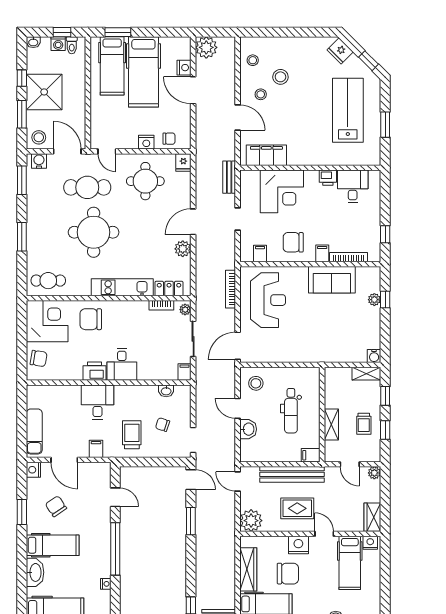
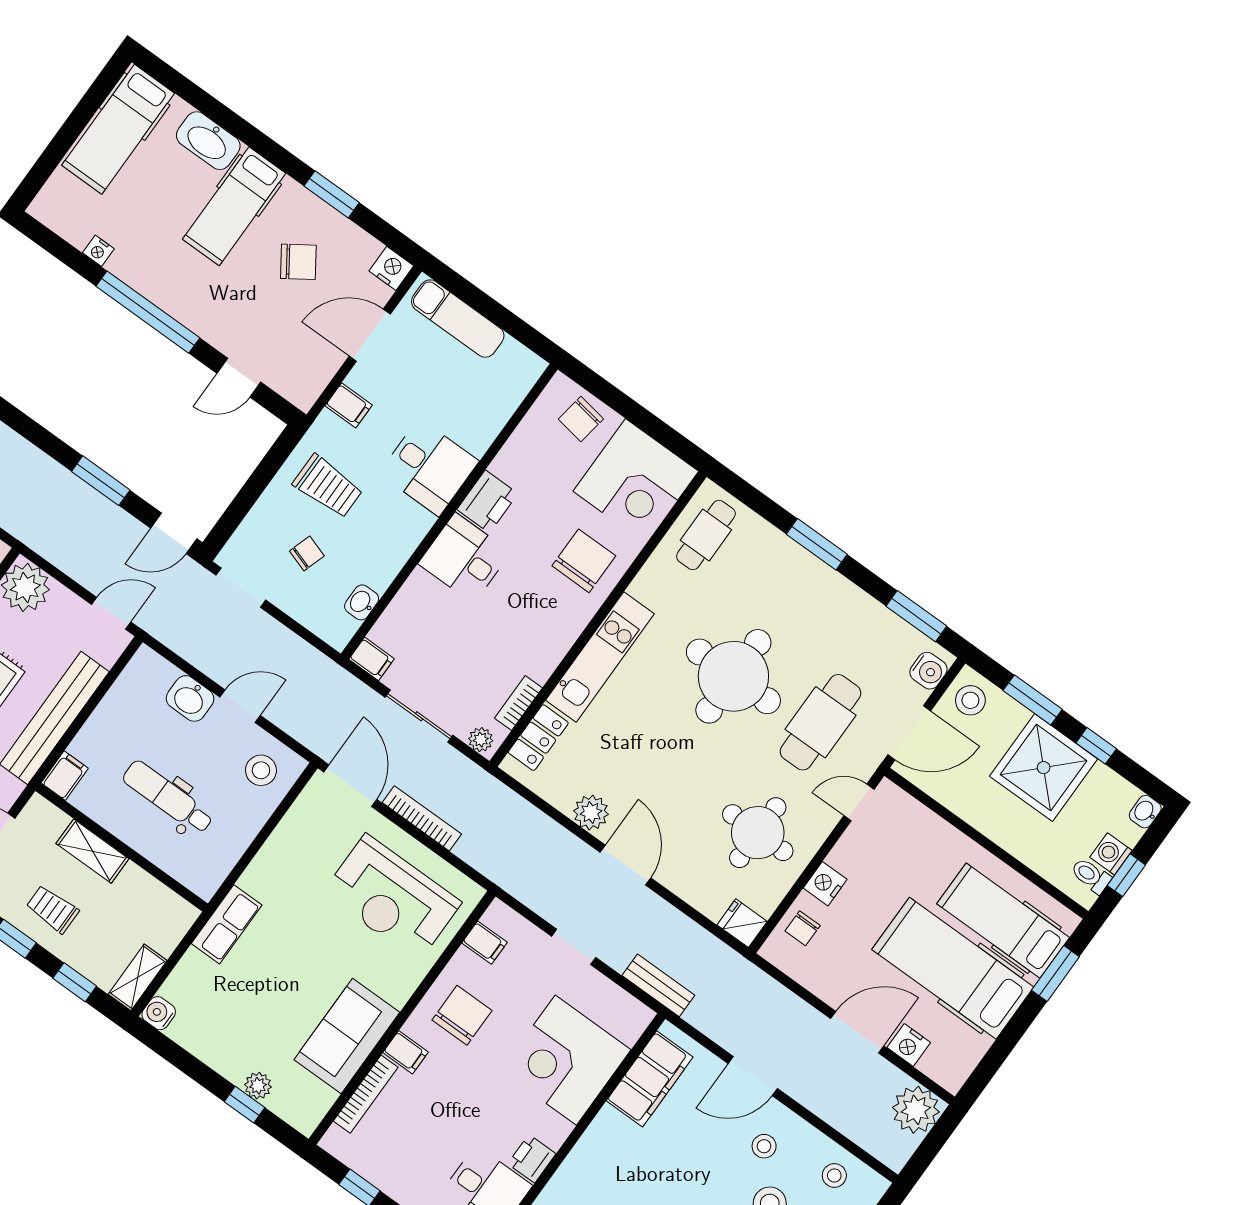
bookcase: (230, 289) -> (422, 818), moved
row of seats: (323, 355) -> (227, 924), added

